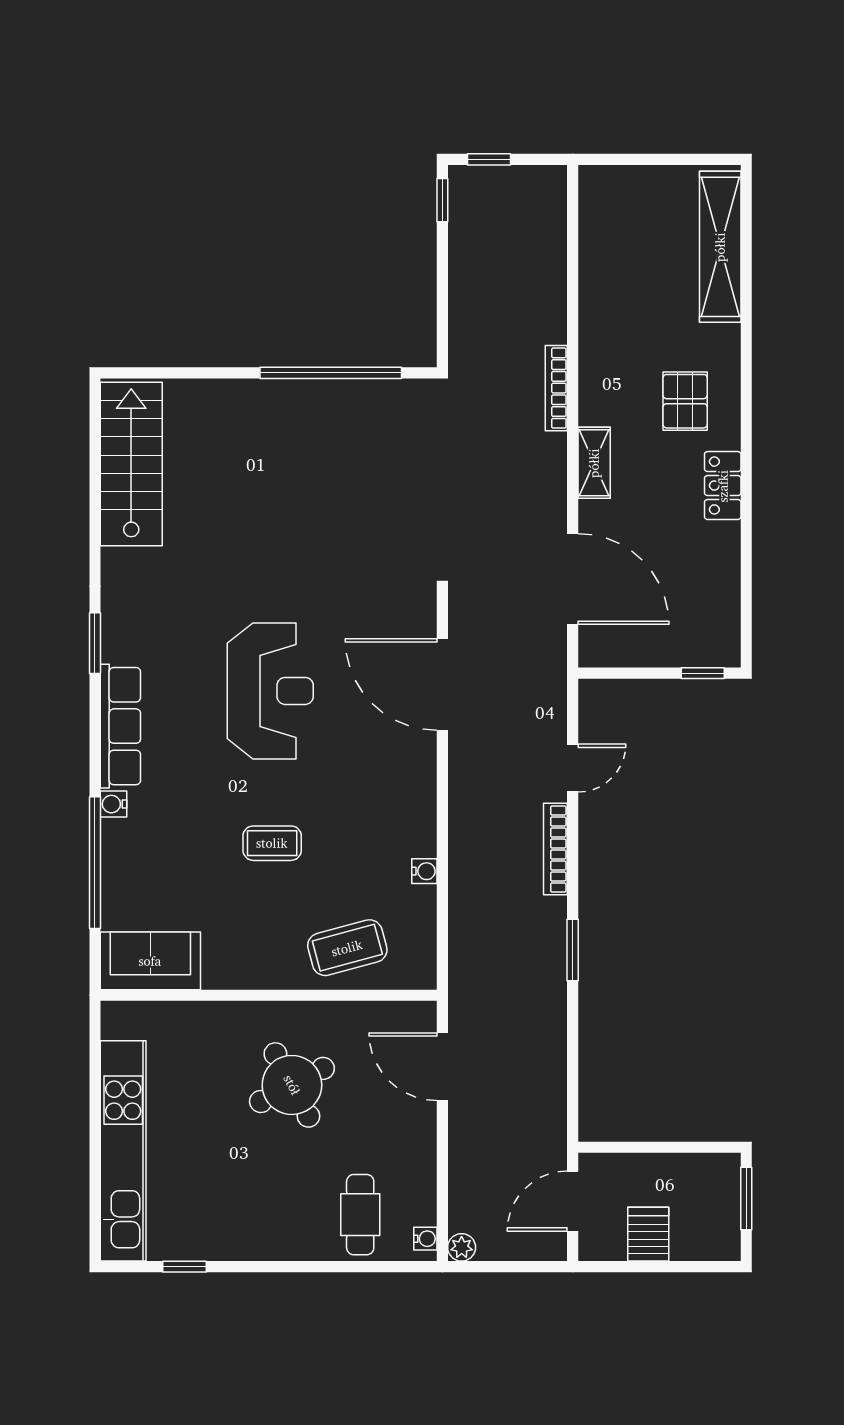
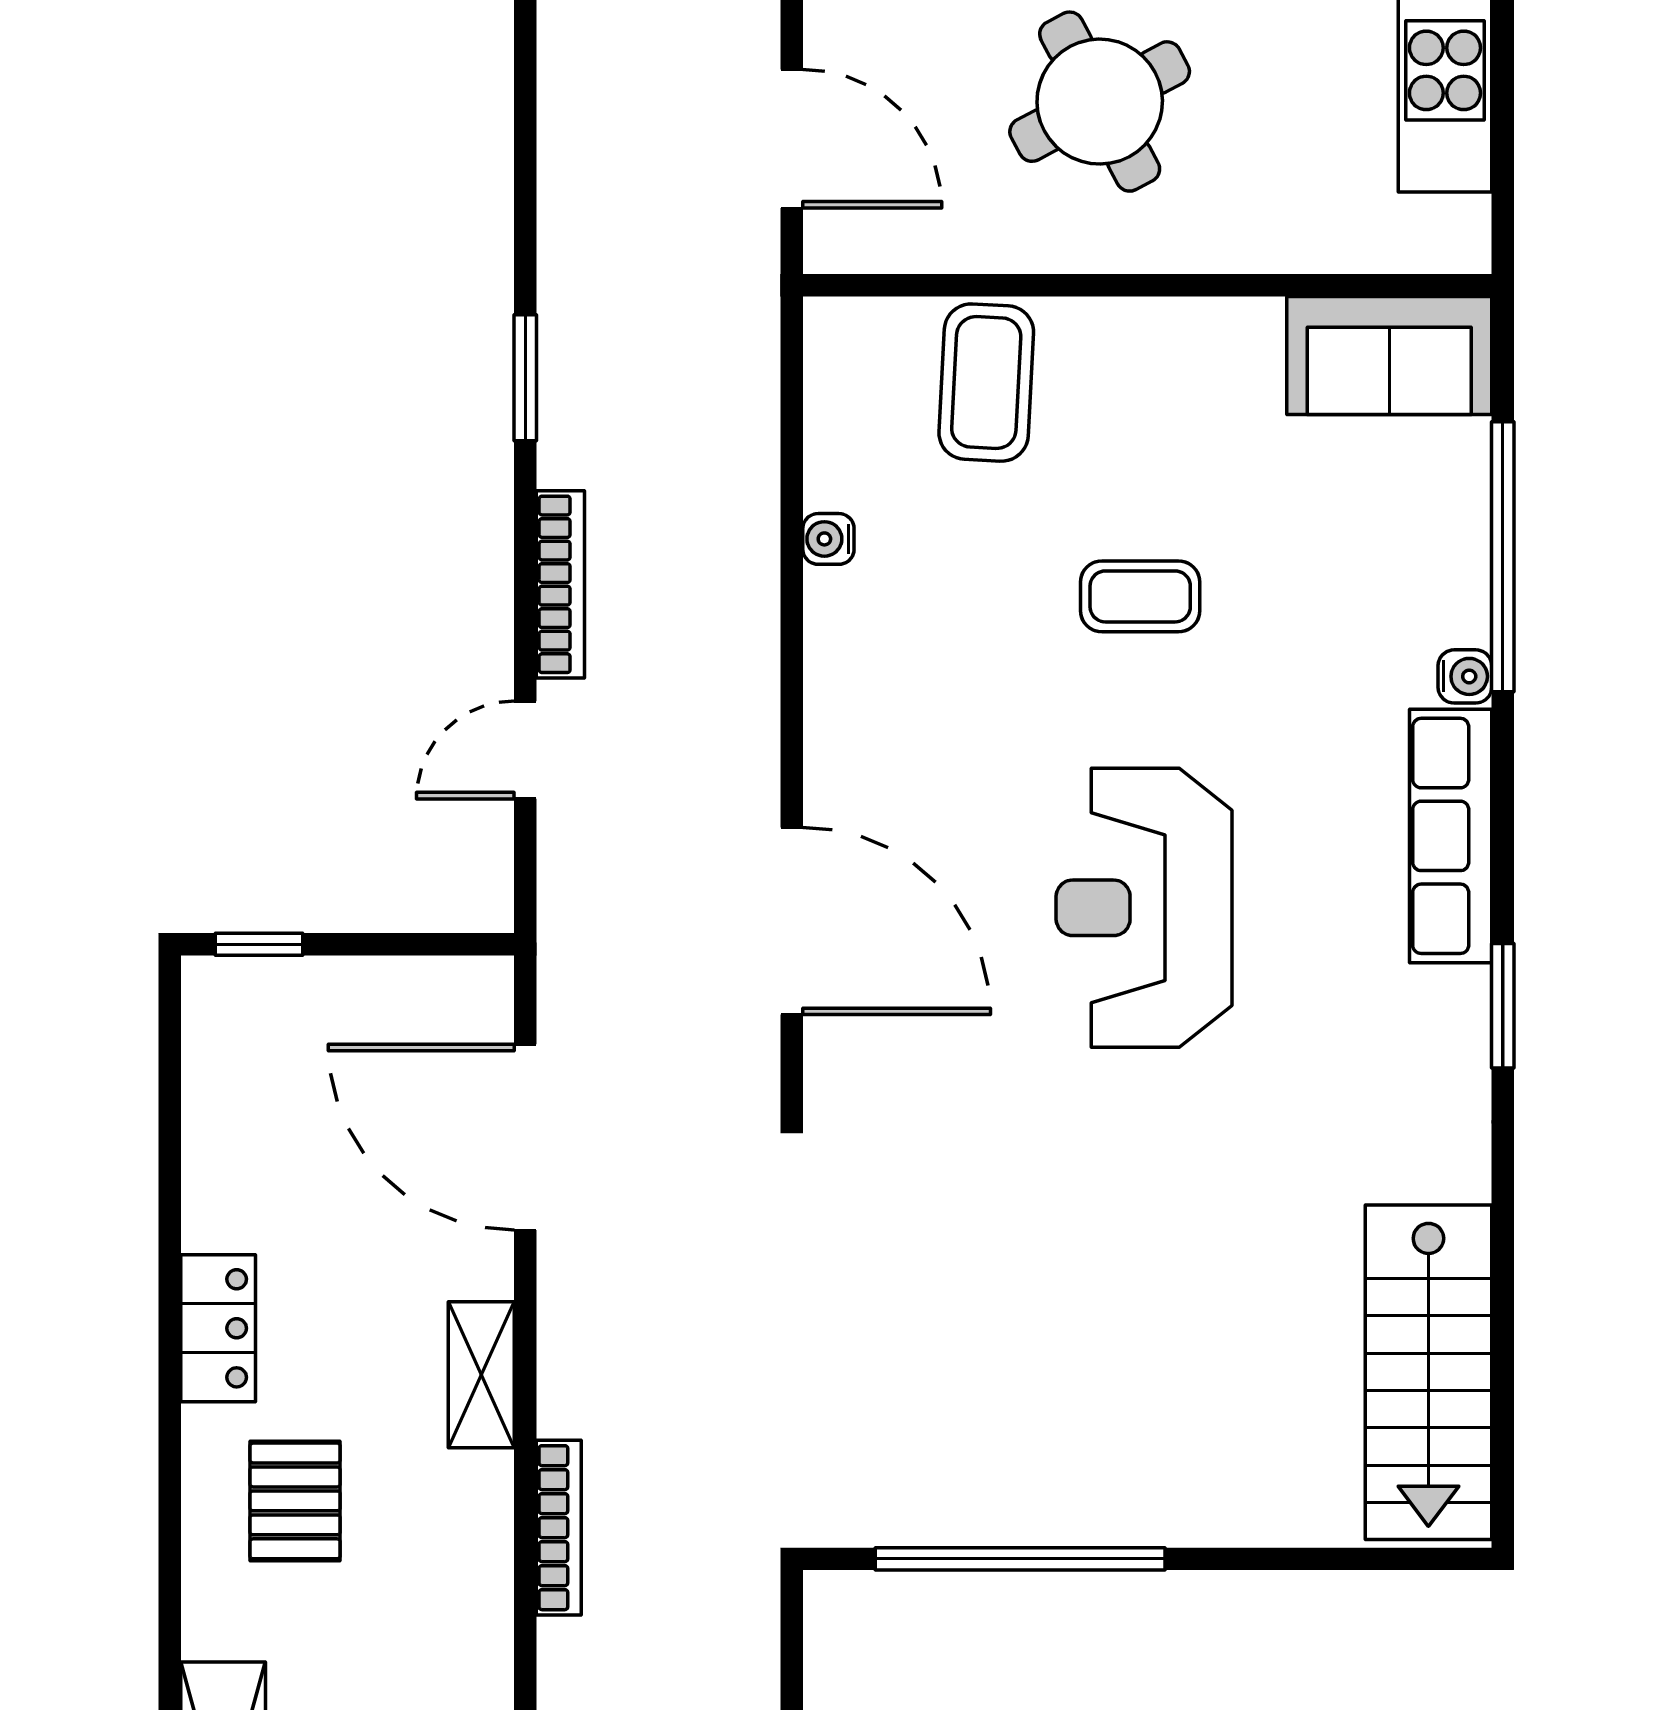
coffee table: (347, 948) -> (986, 383), turned -72

